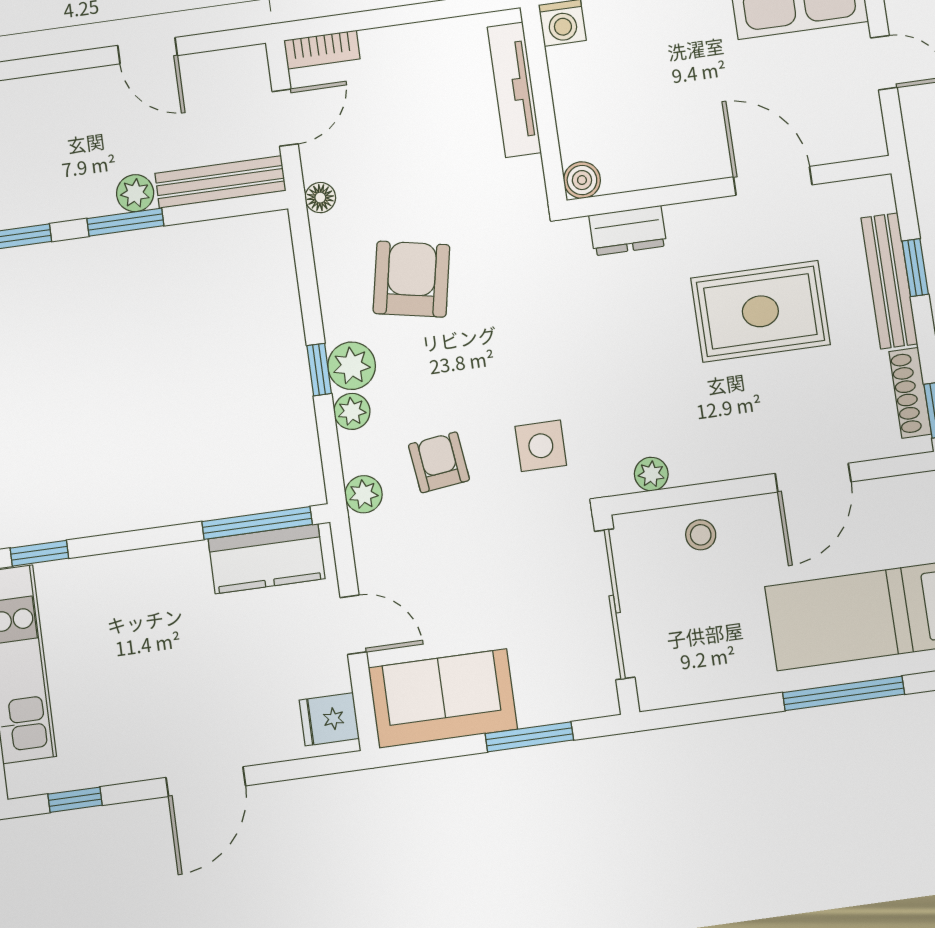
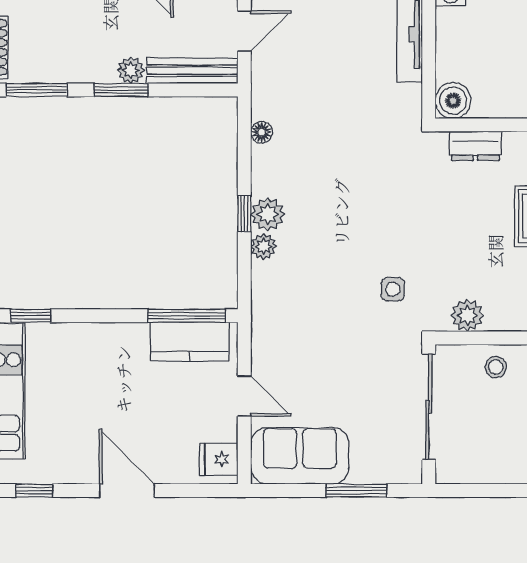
boiler: (582, 180) -> (453, 101), width x1.36, depth x1.36
floor lamp: (320, 198) -> (262, 132), moved
armchair: (411, 279) -> (318, 159), removed
side table: (541, 446) -> (393, 289), width x0.73, depth x0.73
armchair: (439, 462) -> (320, 291), removed
plant: (651, 474) -> (467, 315), width x1.38, depth x1.38
plant: (364, 494) -> (264, 306), removed
door: (206, 782) -> (127, 491), swing flipped

